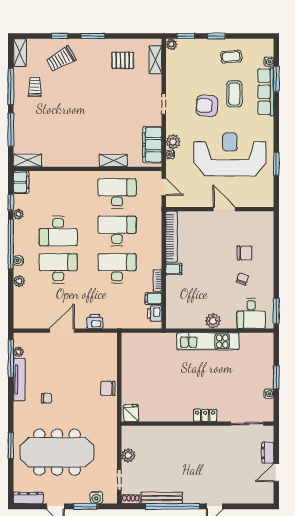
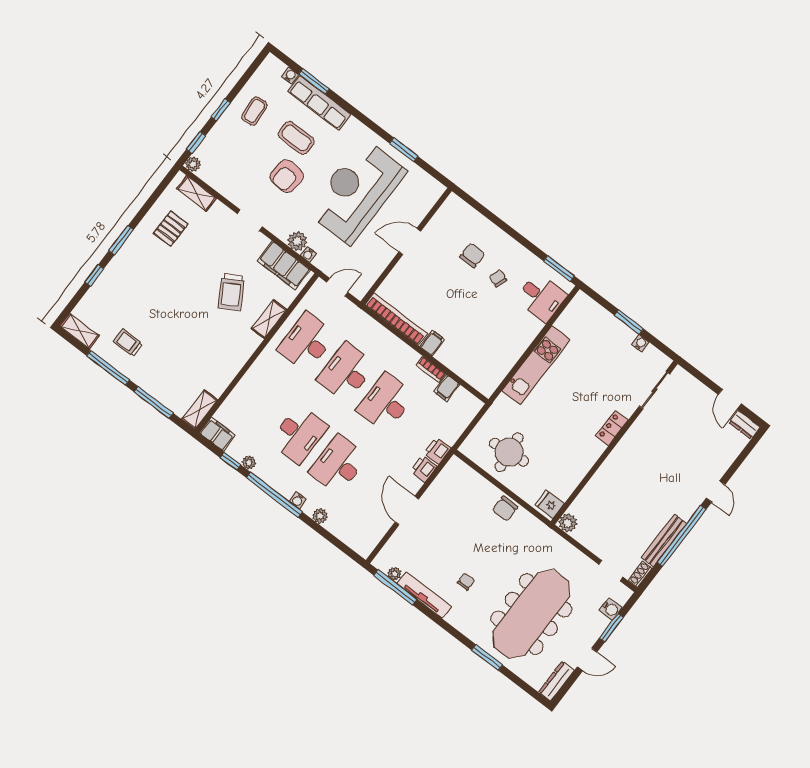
trolley: (61, 59) -> (231, 292), moved
printer: (155, 314) -> (437, 451), moved, turned 90
plant: (213, 321) -> (519, 343), removed
round table: (144, 365) -> (509, 452), added
dresser: (268, 453) -> (744, 425), moved
plant: (128, 455) -> (568, 523), moved

